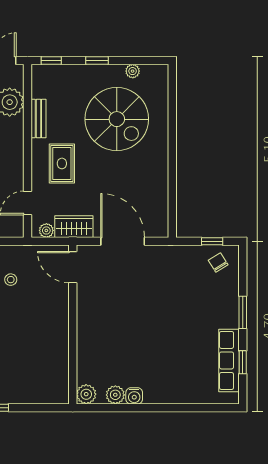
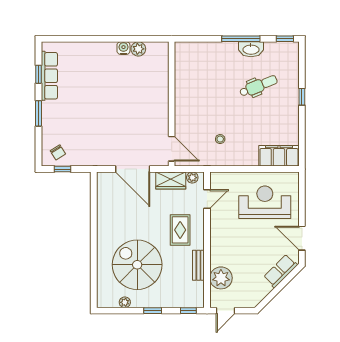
plant: (86, 394) -> (161, 49), removed

